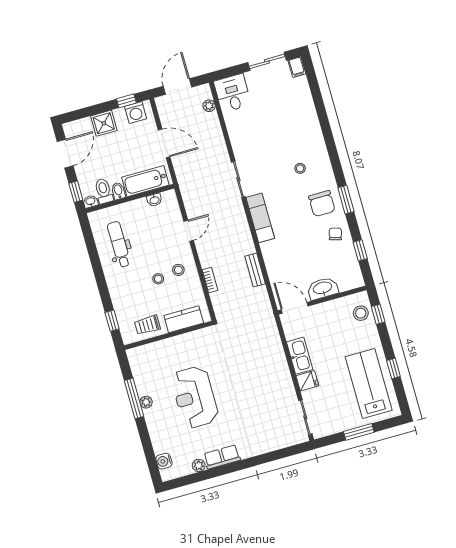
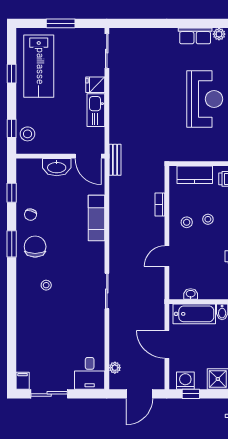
exam couch: (260, 218) -> (96, 218), moved
bench: (255, 270) -> (115, 160), moved

